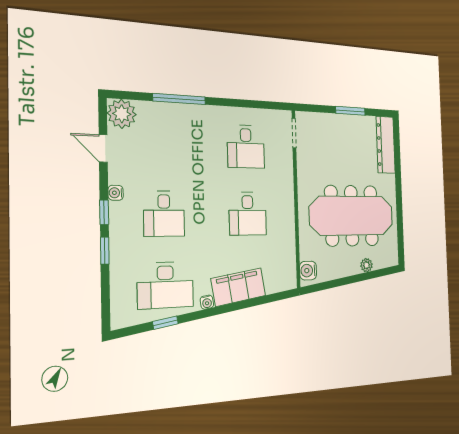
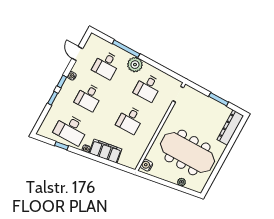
plant: (122, 114) -> (135, 65), moved
desk: (163, 143) -> (106, 65), added

